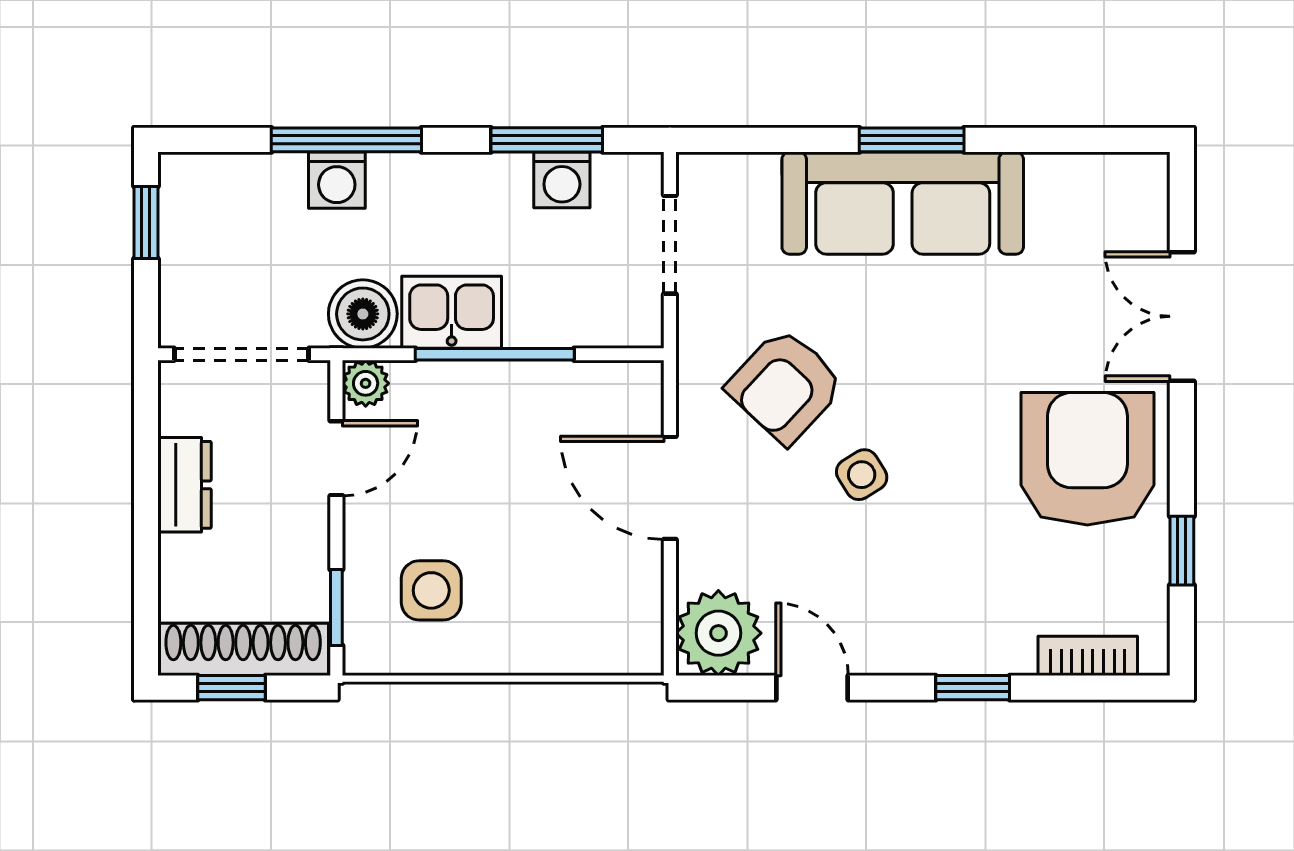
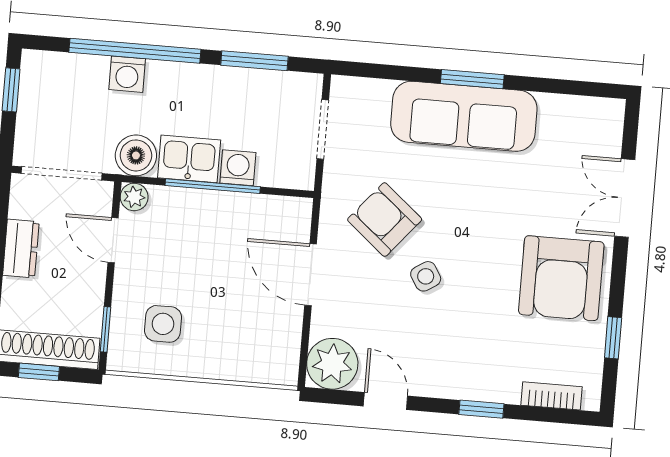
window: (346, 140) -> (135, 51), width x1.46
washing machine: (562, 180) -> (238, 168), moved, turned 180
armchair: (785, 386) -> (385, 220), turned 87
door: (336, 458) -> (113, 240), swing flipped
armchair: (1087, 459) -> (561, 278), turned 180

